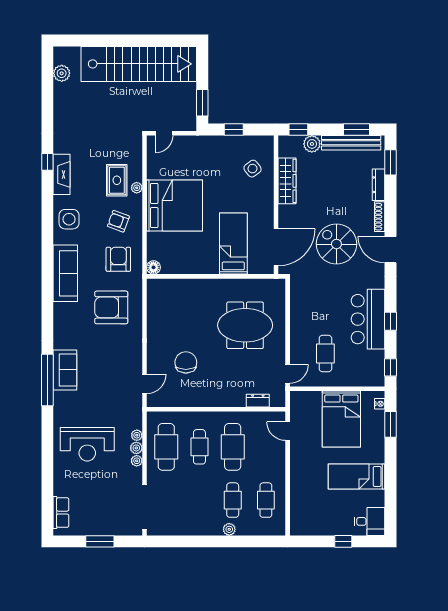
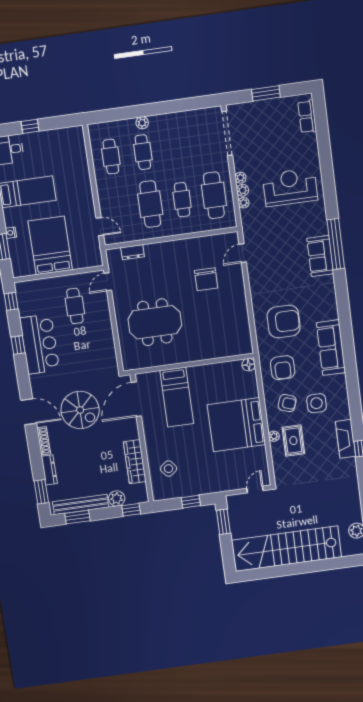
side table: (69, 219) -> (317, 403), moved
nightstand: (380, 404) -> (11, 233), moved

